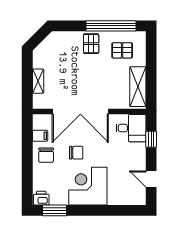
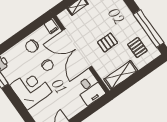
pallet: (91, 44) -> (107, 43), moved
filing cabinet: (40, 136) -> (51, 26), moved
window: (151, 139) -> (92, 109), removed

